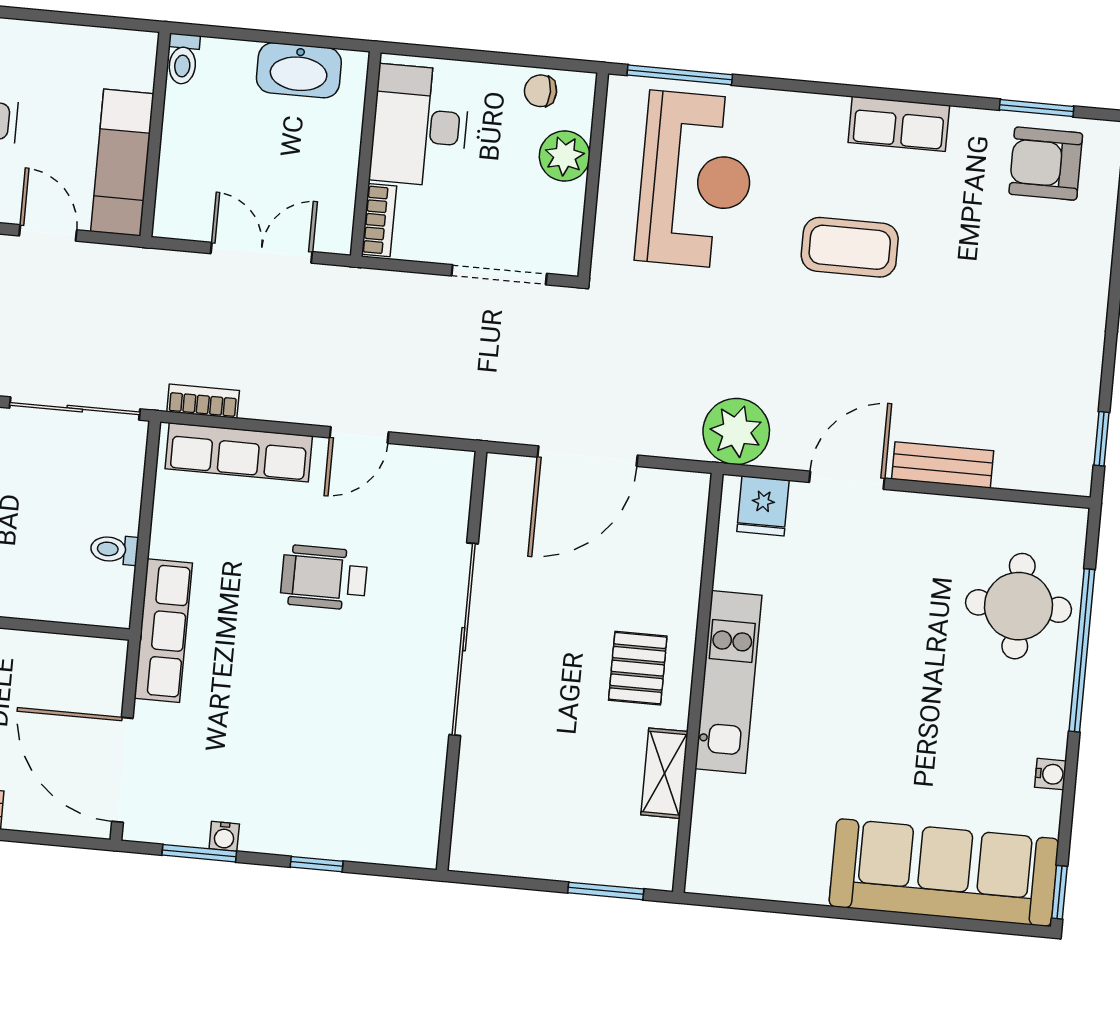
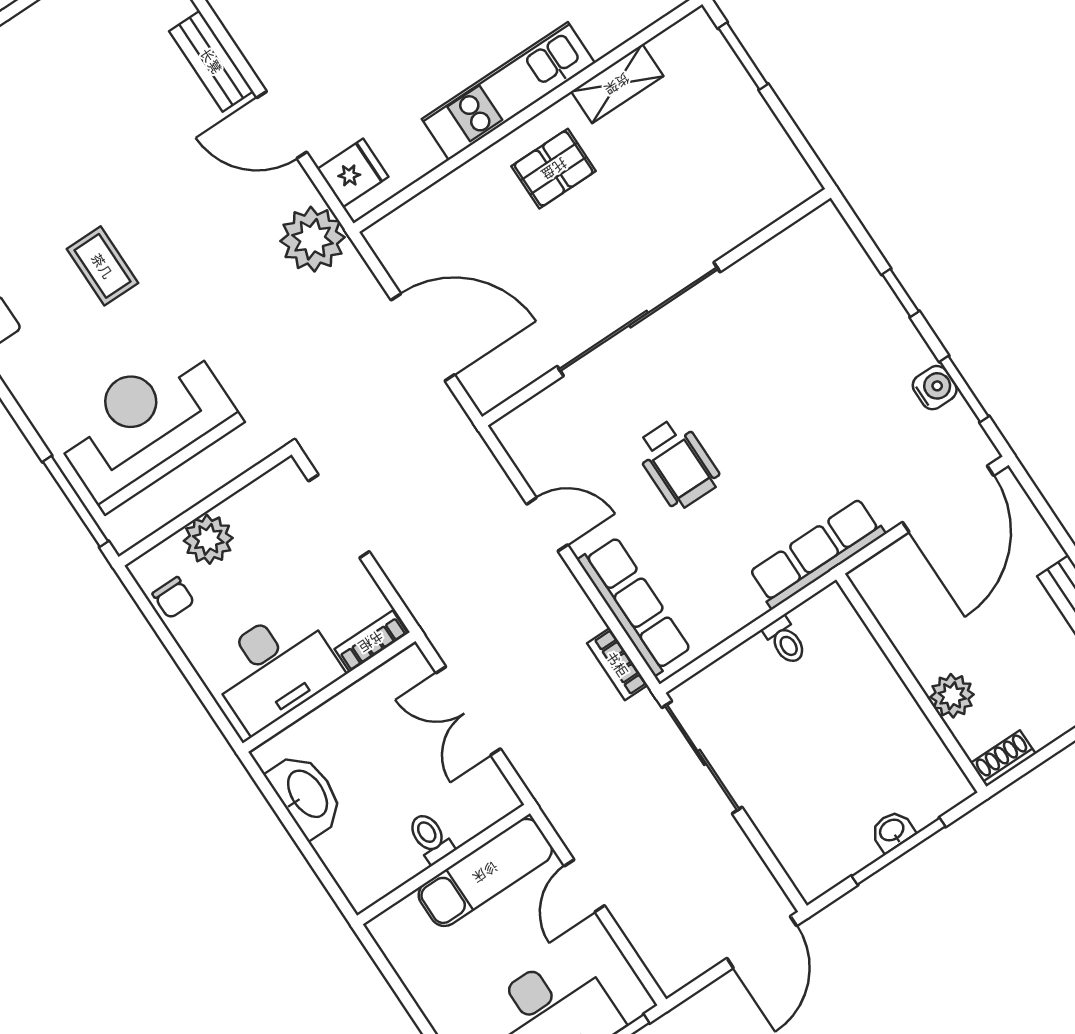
toilet: (183, 59) -> (430, 838), moved, turned -90
coffee table: (850, 247) -> (102, 266), width x0.73, depth x0.77
water cooler: (224, 836) -> (935, 388), width x1.38, depth x1.38

